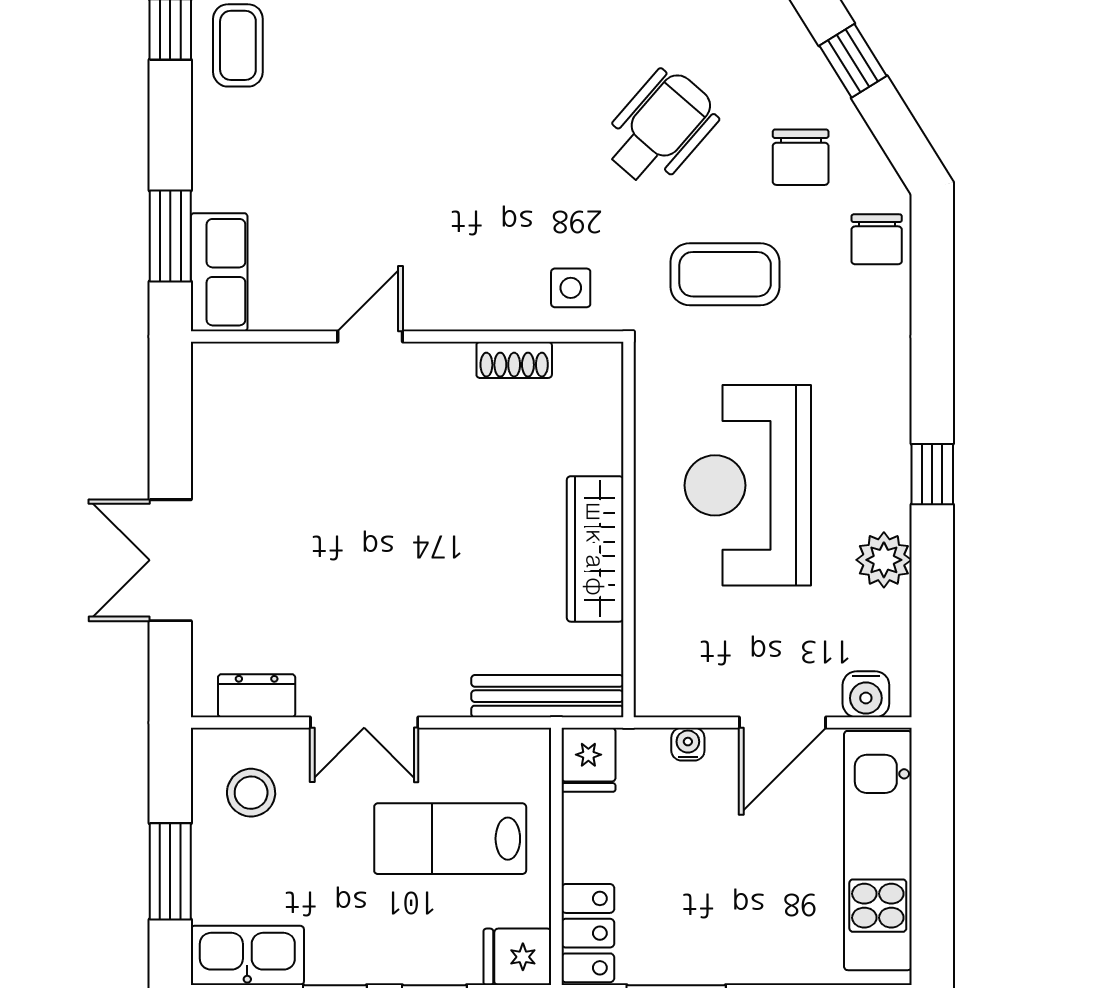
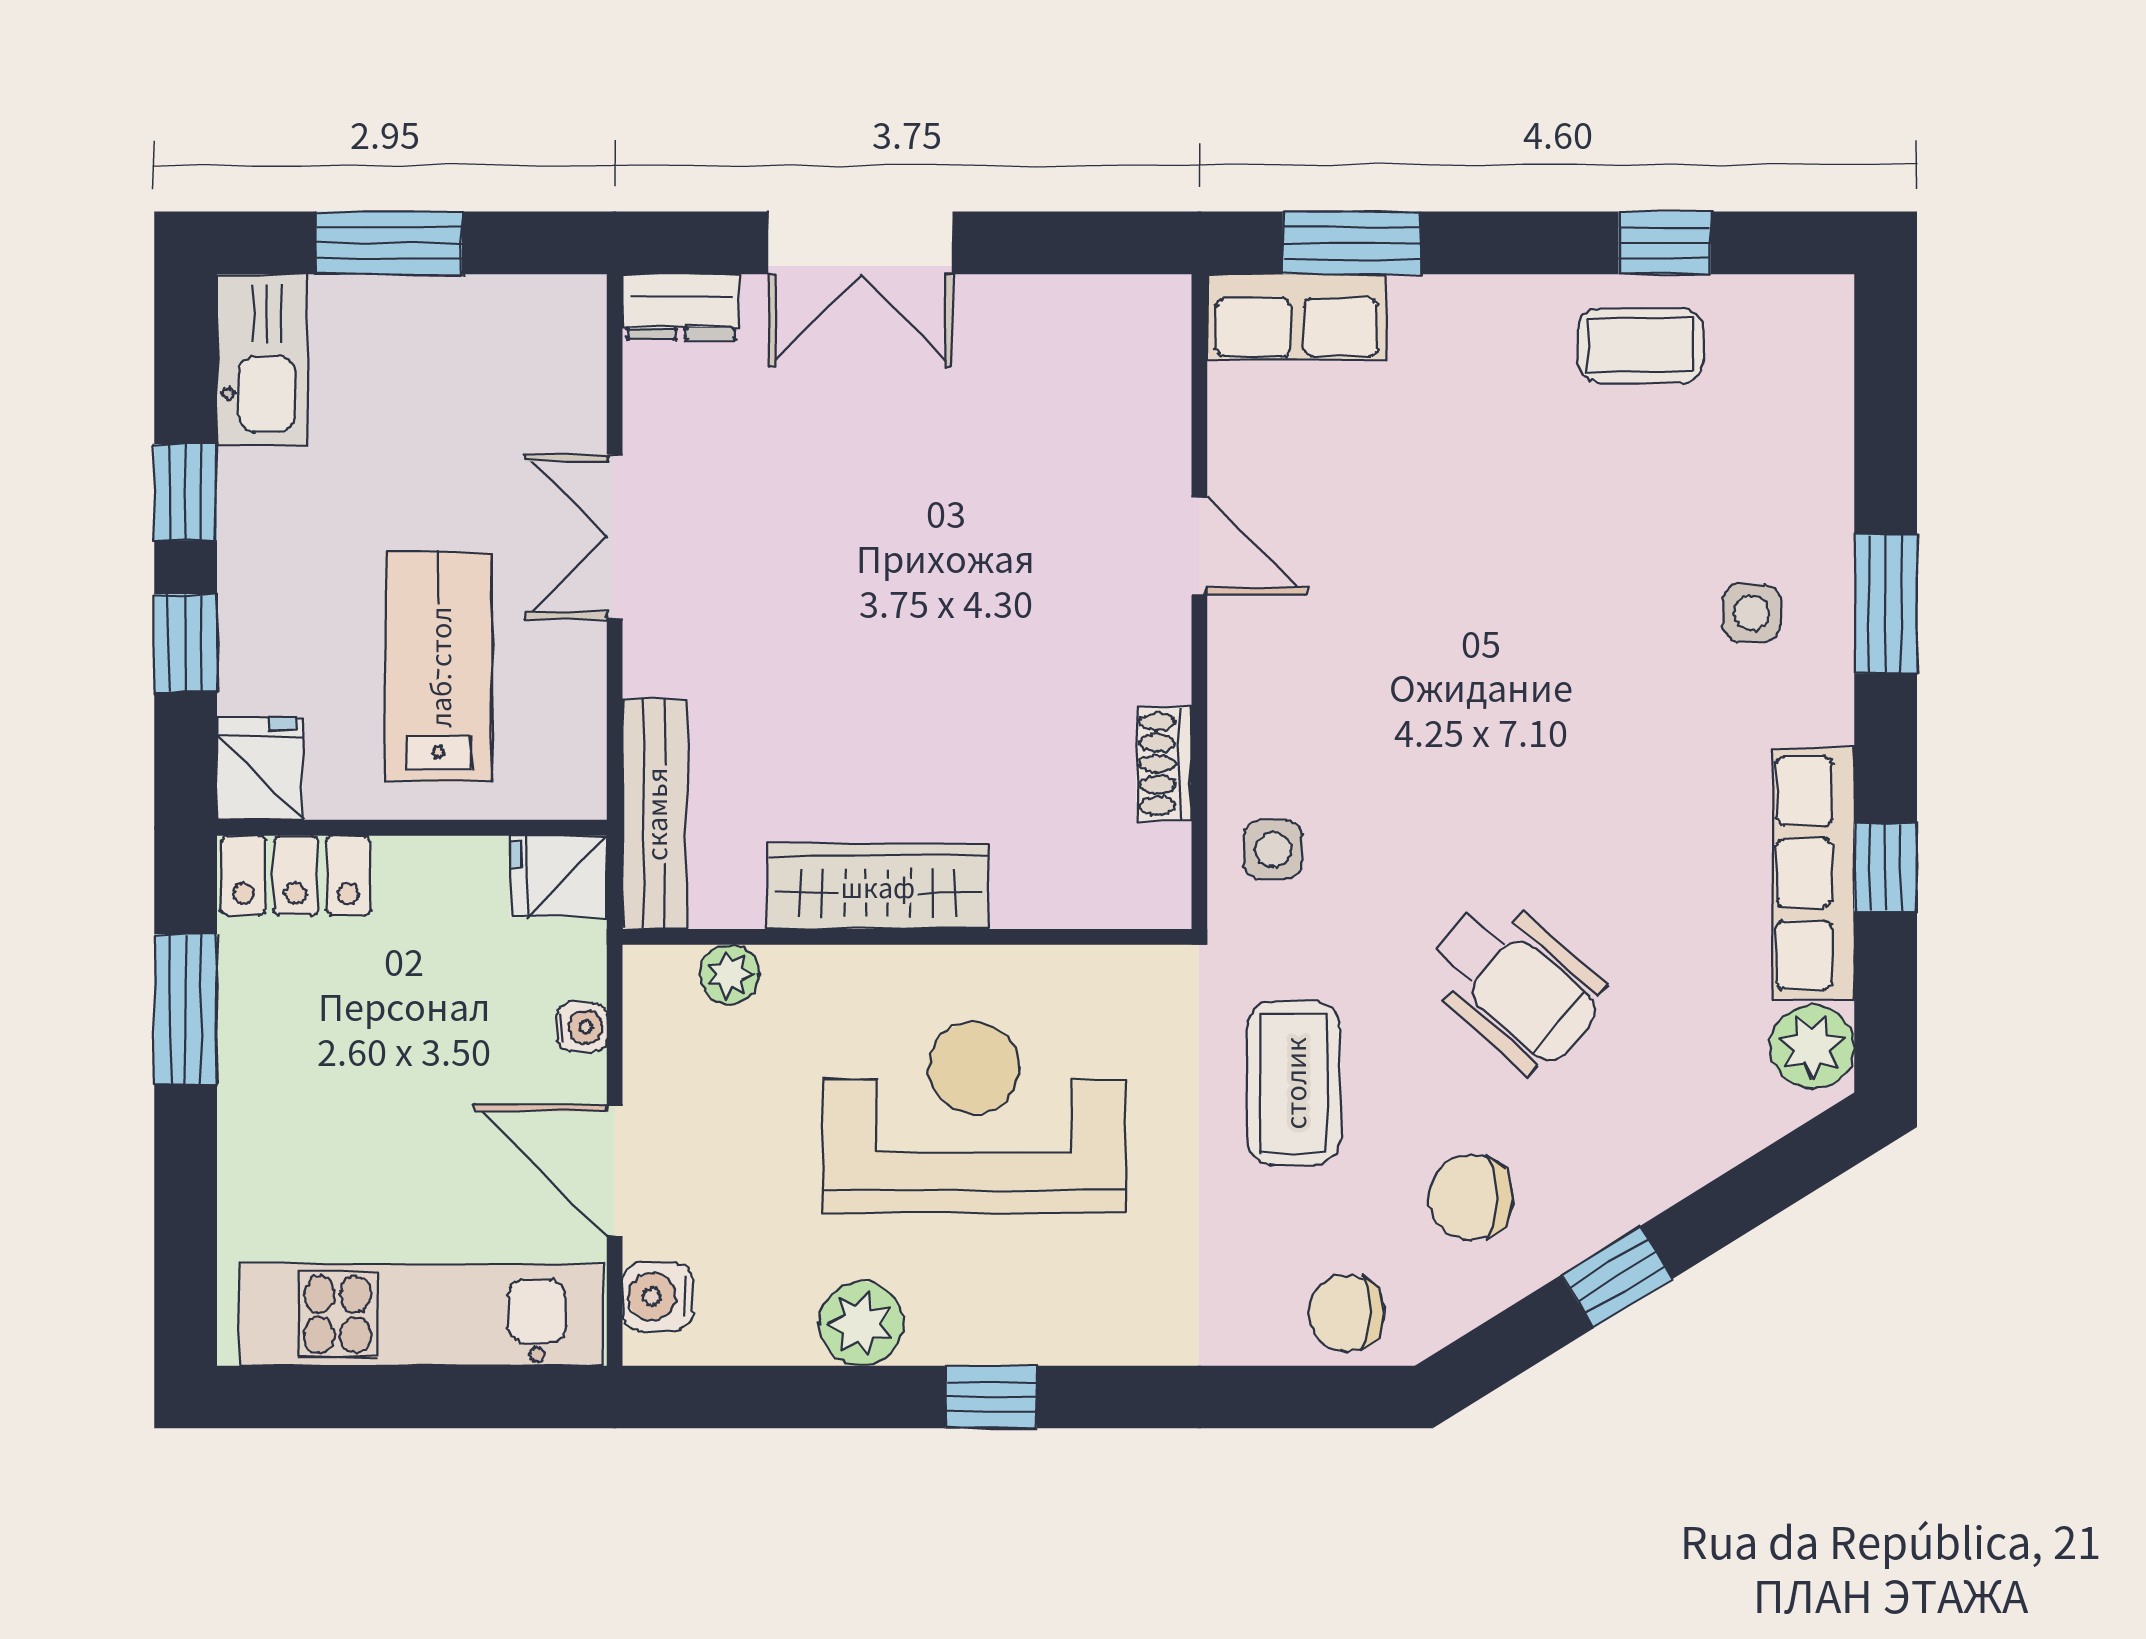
double door: (170, 560) -> (860, 243), swing flipped
plant: (653, 647) -> (730, 974), added
dresser: (257, 696) -> (681, 307), moved, turned 90
stool: (251, 793) -> (508, 365), removed

